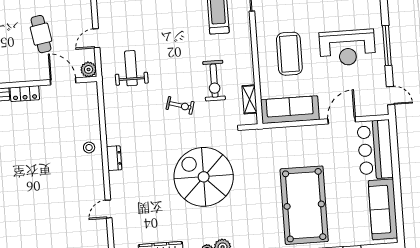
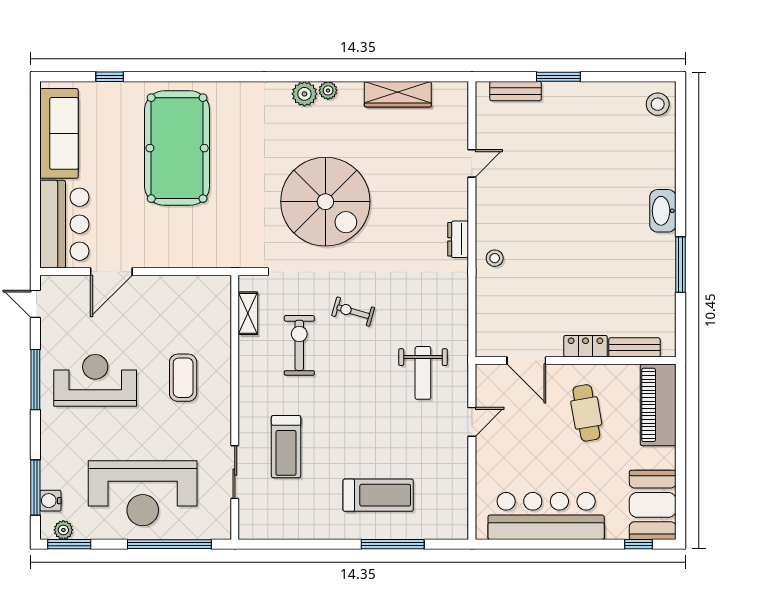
cafe table: (41, 34) -> (586, 413), moved
coffee table: (289, 54) -> (183, 378), width x0.73, depth x0.76
plant: (89, 69) -> (487, 376), removed
sofa: (290, 110) -> (188, 293), removed

